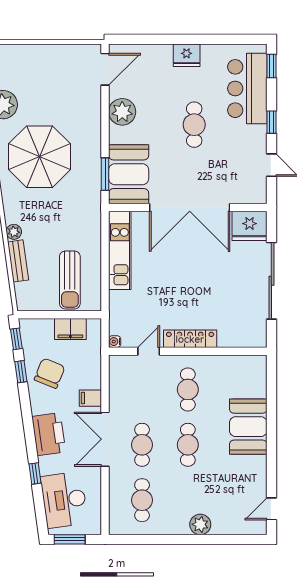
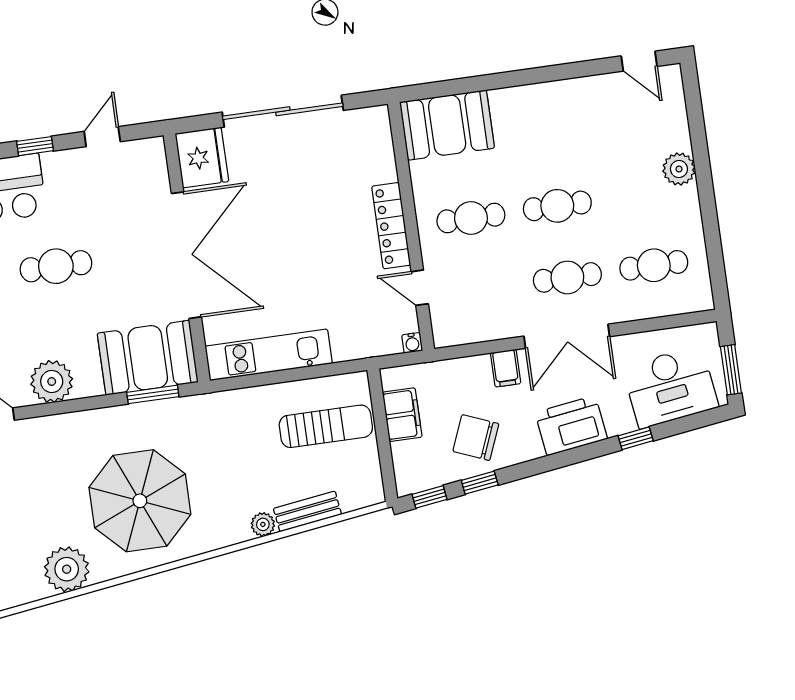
booth: (248, 427) -> (447, 125), moved

